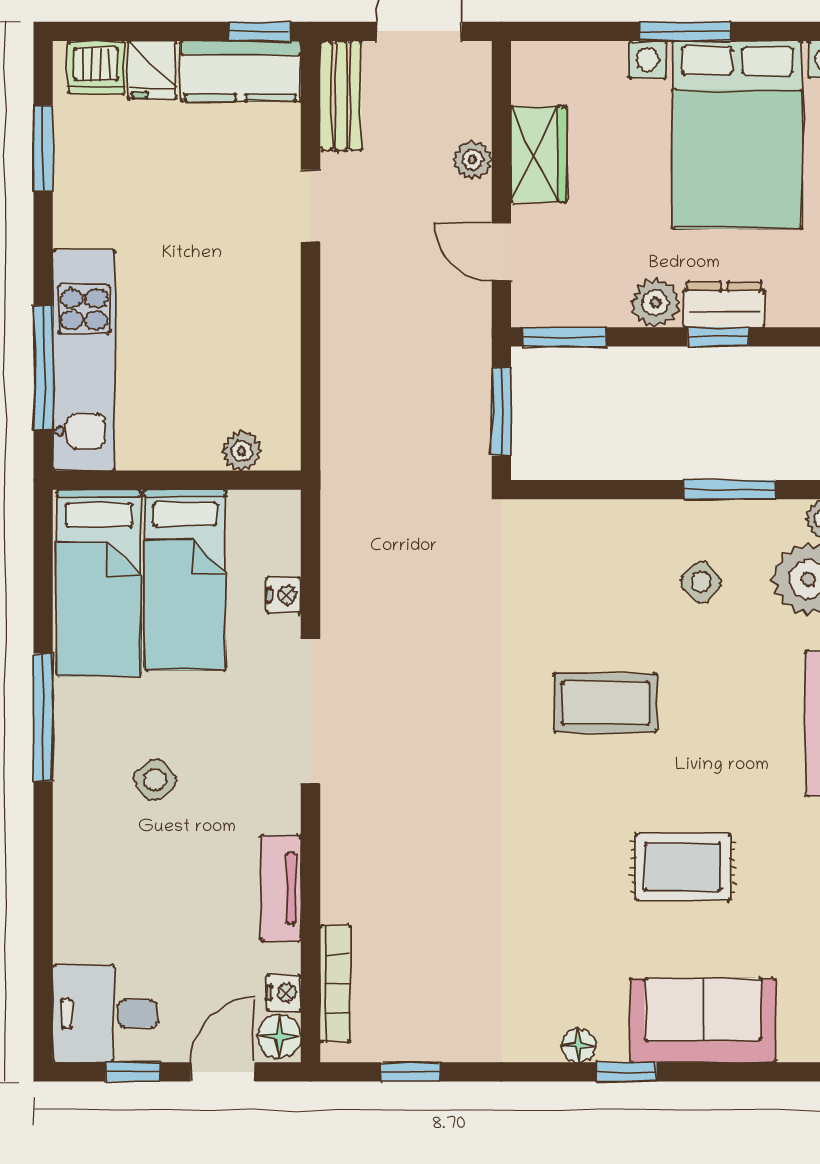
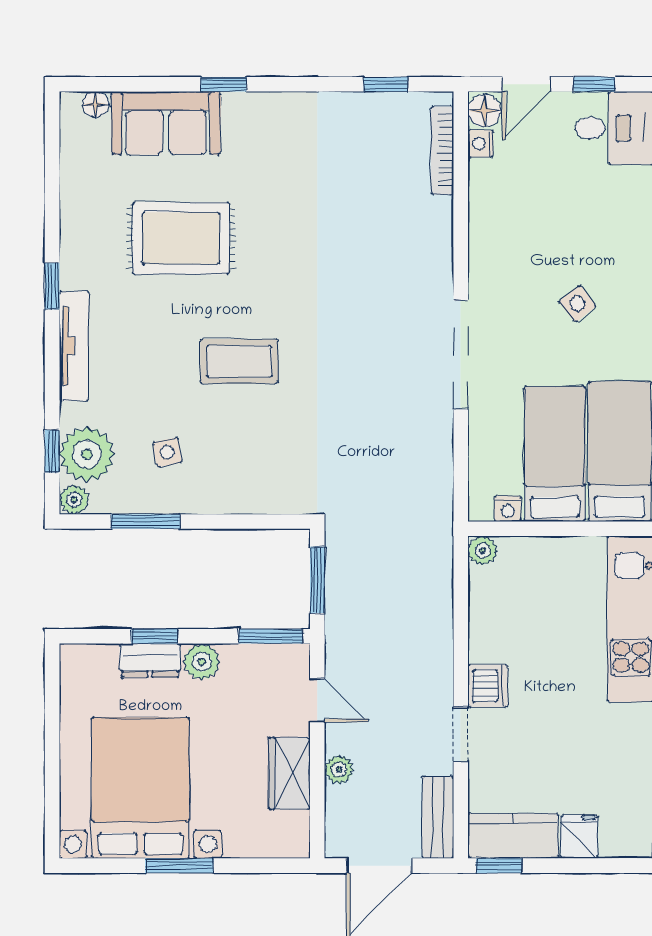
dishwasher: (96, 67) -> (488, 686), moved, turned 90
plant: (242, 451) -> (482, 551), moved
side table: (701, 582) -> (167, 452), turned 36
nightstand: (284, 595) -> (508, 509), moved, turned -90
rug: (683, 867) -> (181, 238), width x1.36, depth x1.43
tv unit: (281, 888) -> (483, 222), removed
floor lamp: (579, 1045) -> (96, 104), moved

